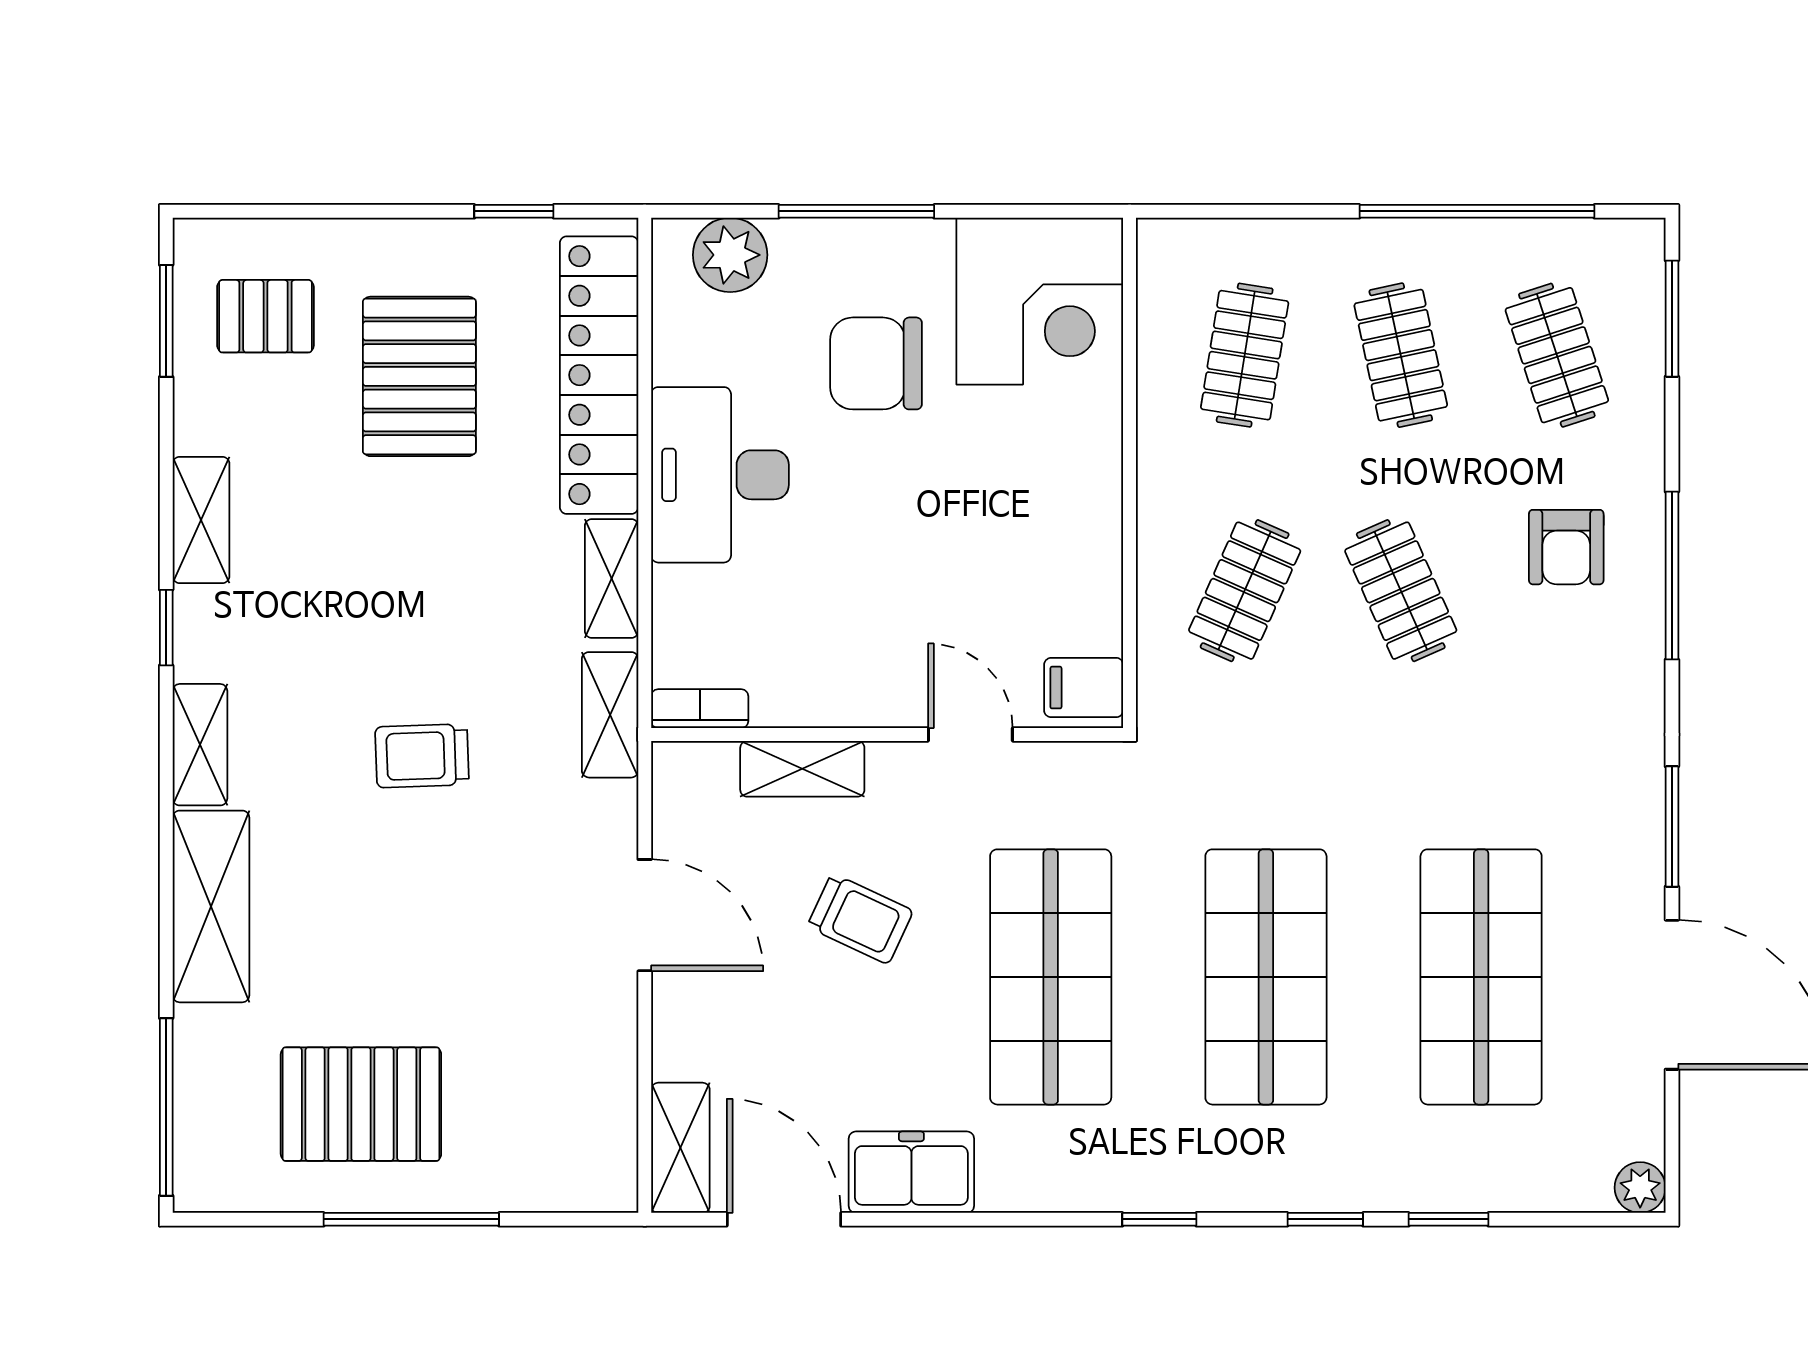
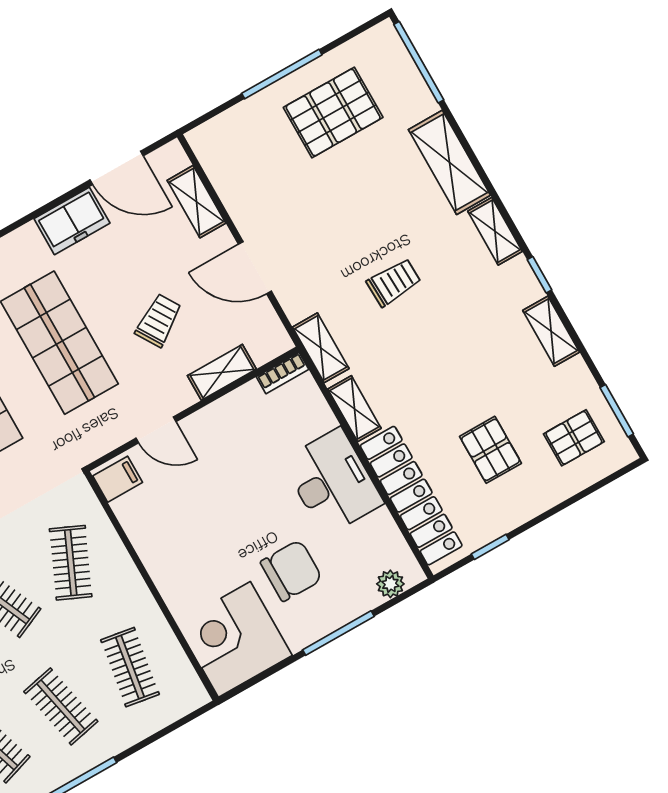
plant: (730, 255) -> (390, 584), width x0.73, depth x0.73
pallet: (419, 376) -> (491, 450), width x0.67, depth x0.71
trolley: (860, 919) -> (159, 320), turned 123
shelving: (680, 1148) -> (197, 202), moved

